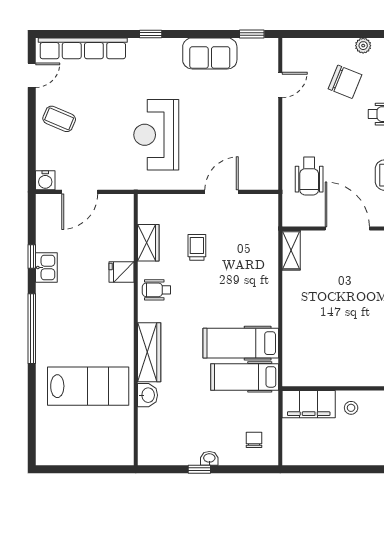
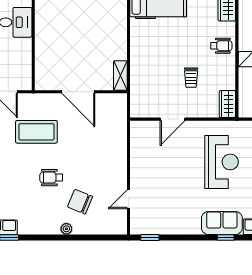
sofa: (210, 53) -> (222, 223), moved
wheelchair: (309, 176) -> (107, 131), removed
wardrobe: (148, 243) -> (227, 104), moved

